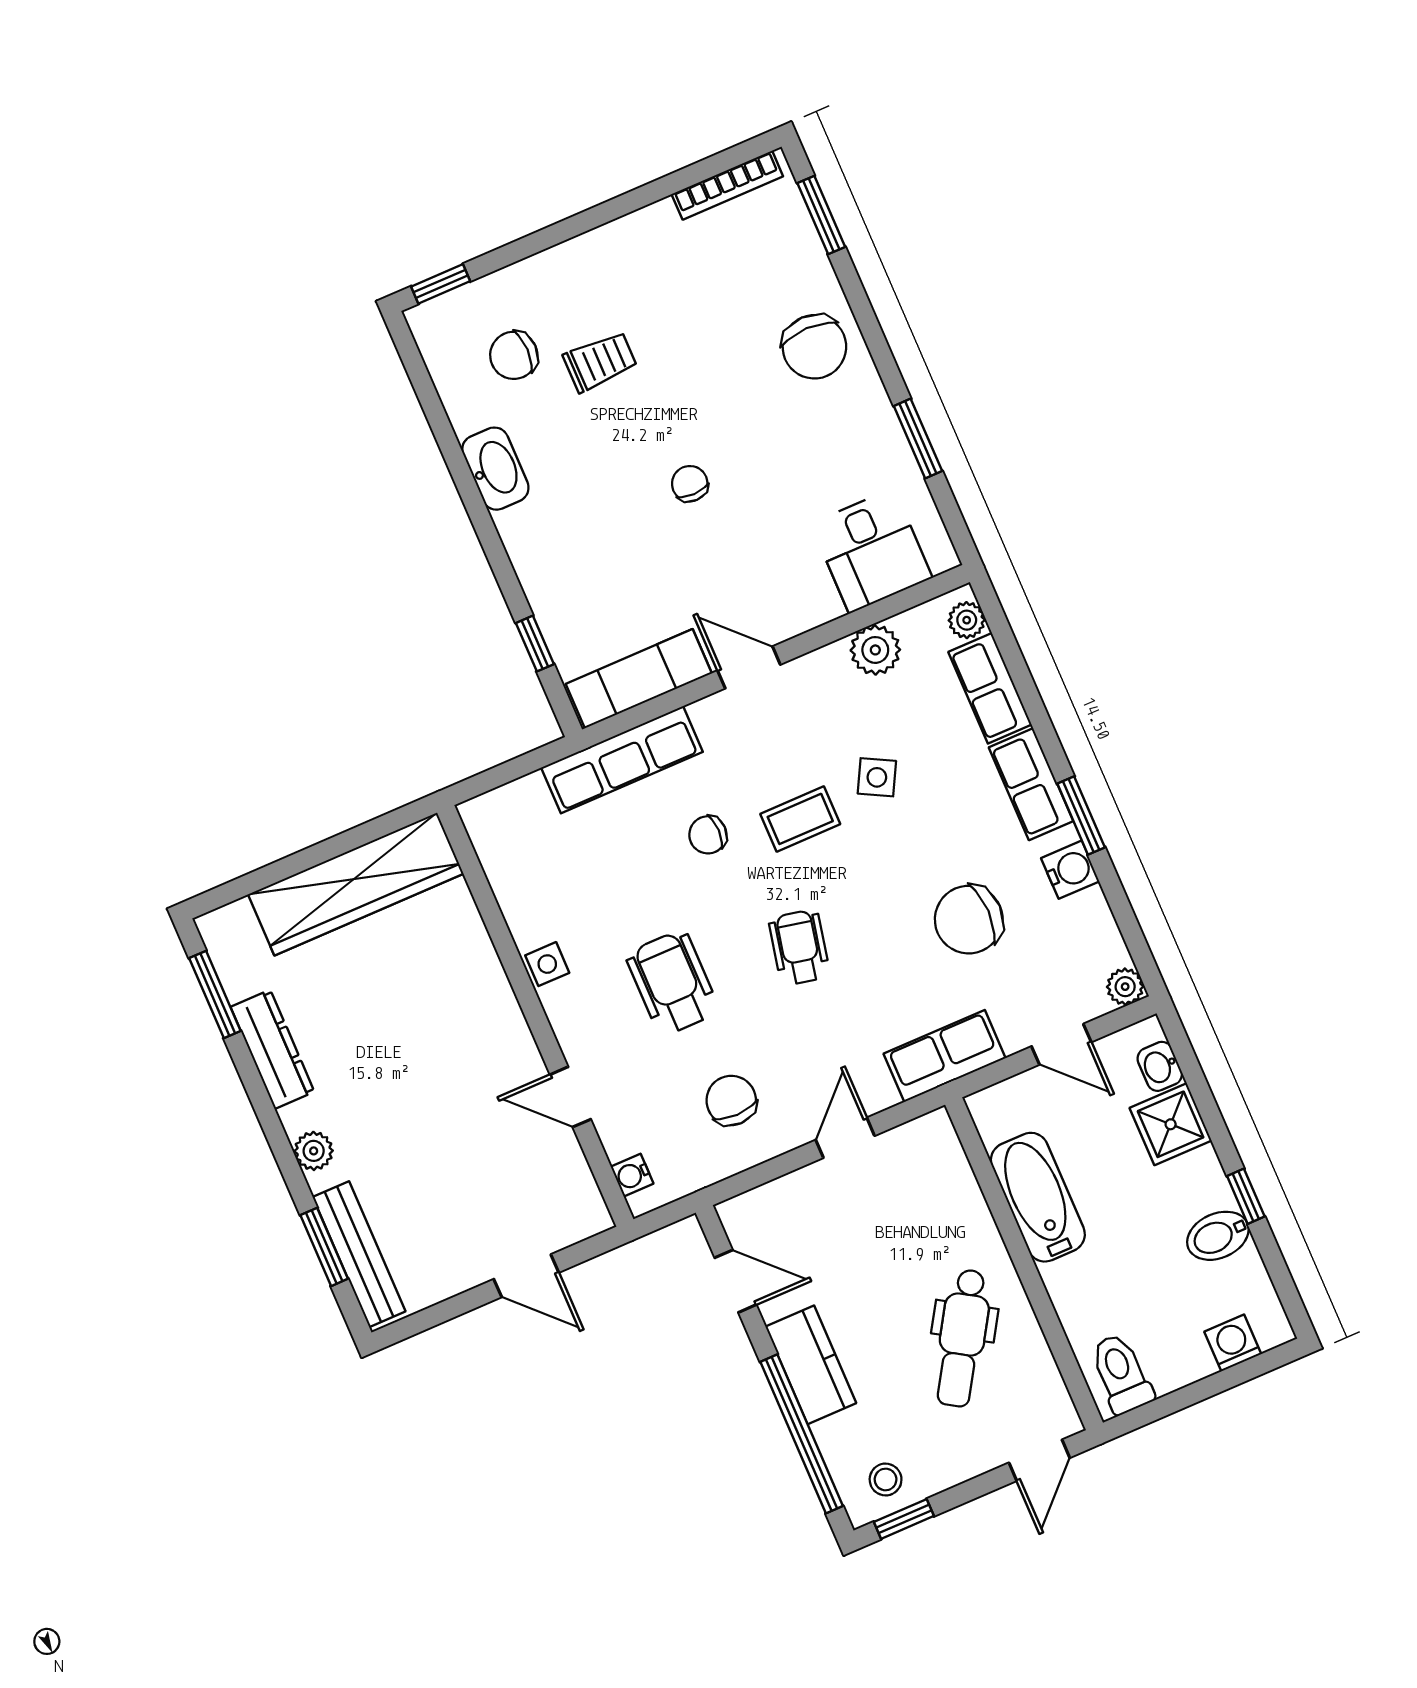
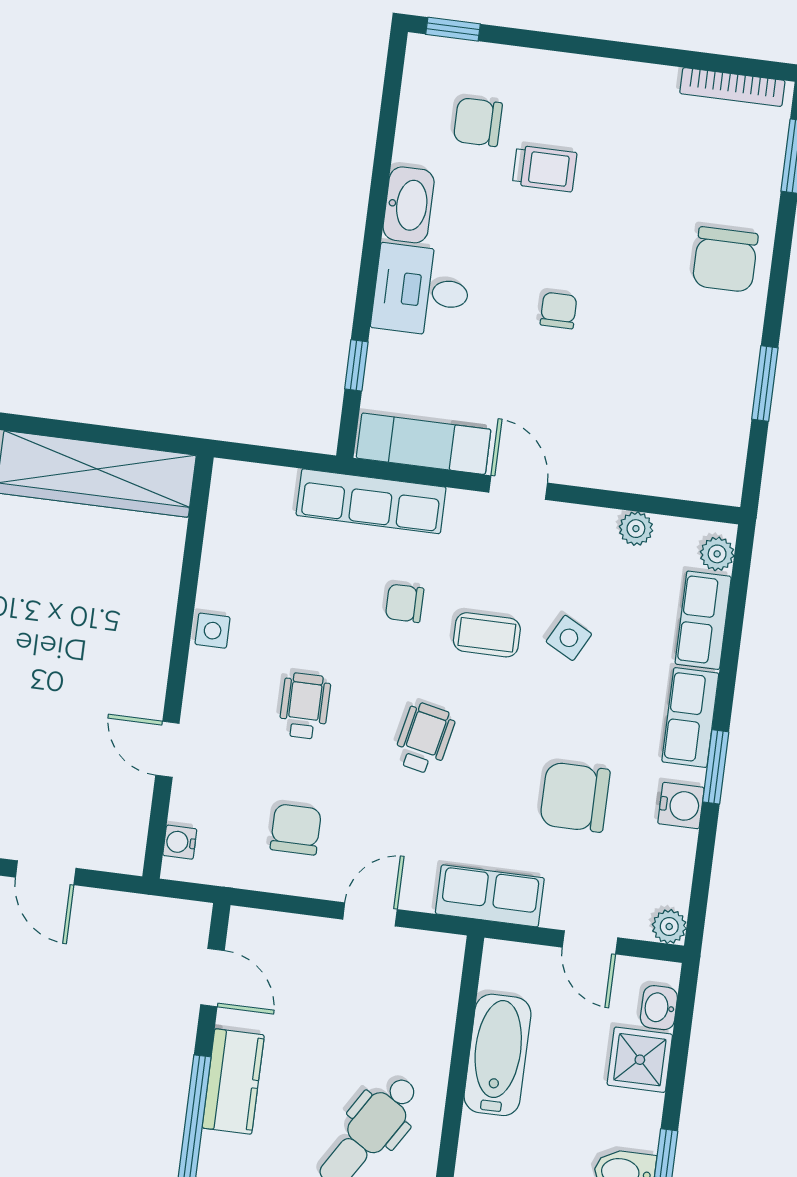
desk: (872, 551) -> (421, 291), moved, turned 90
plant: (875, 650) -> (636, 529), width x0.73, depth x0.73
wheelchair: (672, 983) -> (305, 706), width x0.73, depth x0.73

